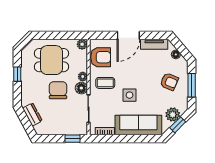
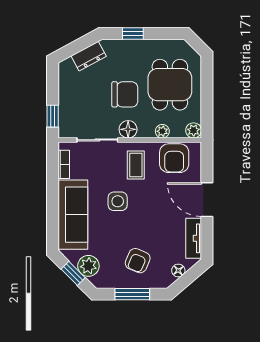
window: (17, 74) -> (133, 34), moved
plant: (83, 77) -> (162, 131), moved

